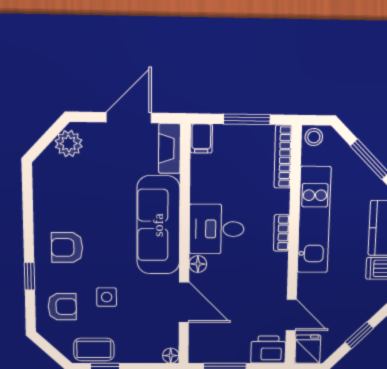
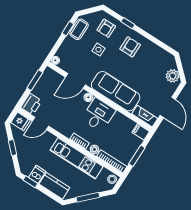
plant: (280, 199) -> (94, 149), added

